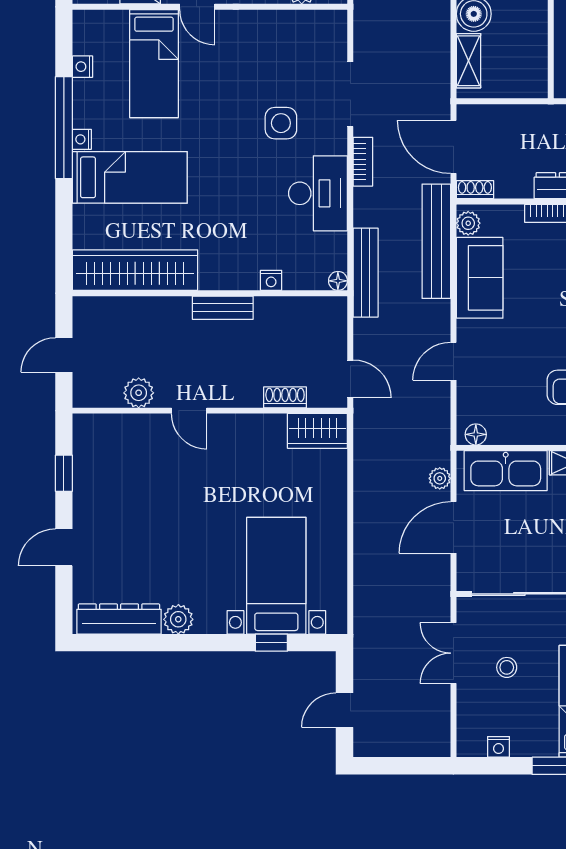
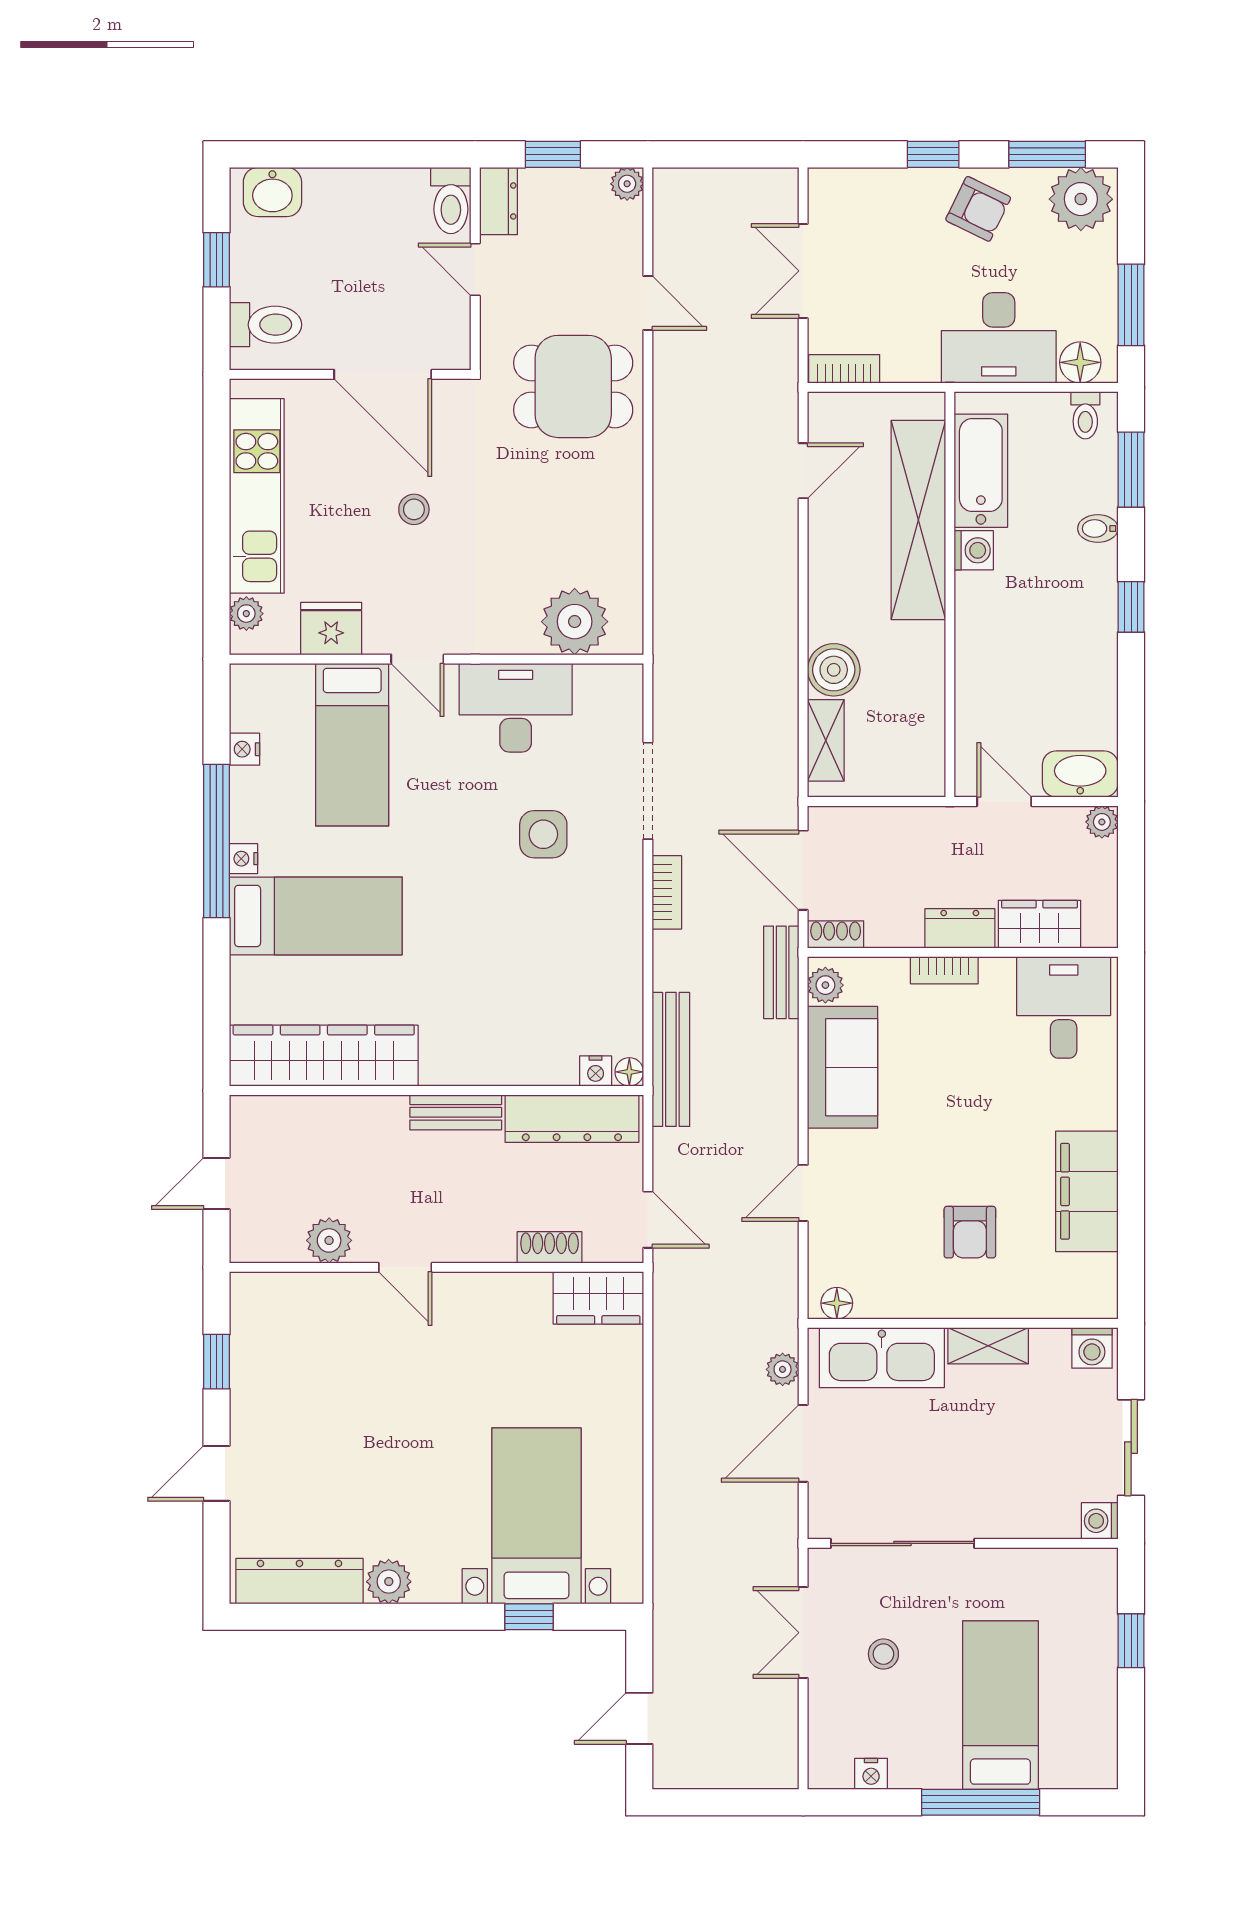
desk: (318, 193) -> (516, 708), moved, turned -90
bench: (436, 241) -> (781, 972), width x0.54, depth x0.82
nightstand: (271, 280) -> (596, 1071), moved
dresser: (300, 312) -> (572, 1119), added

